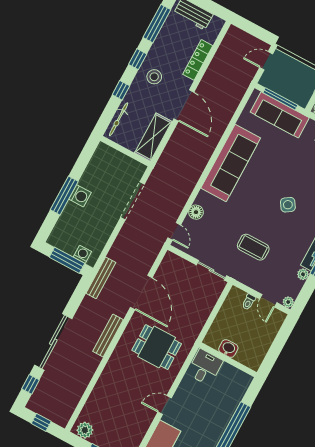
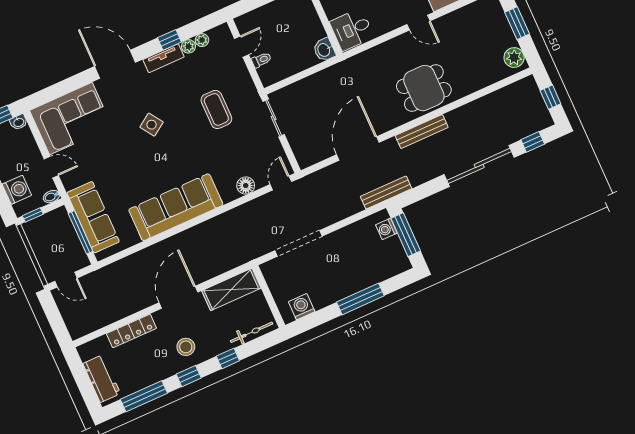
washing machine: (80, 196) -> (302, 307), moved
plant: (288, 302) -> (202, 40), moved
dining table: (157, 347) -> (424, 88), moved, turned 90
washbasin: (228, 348) -> (324, 50), moved

